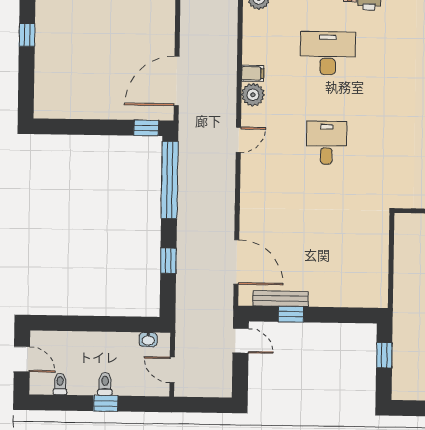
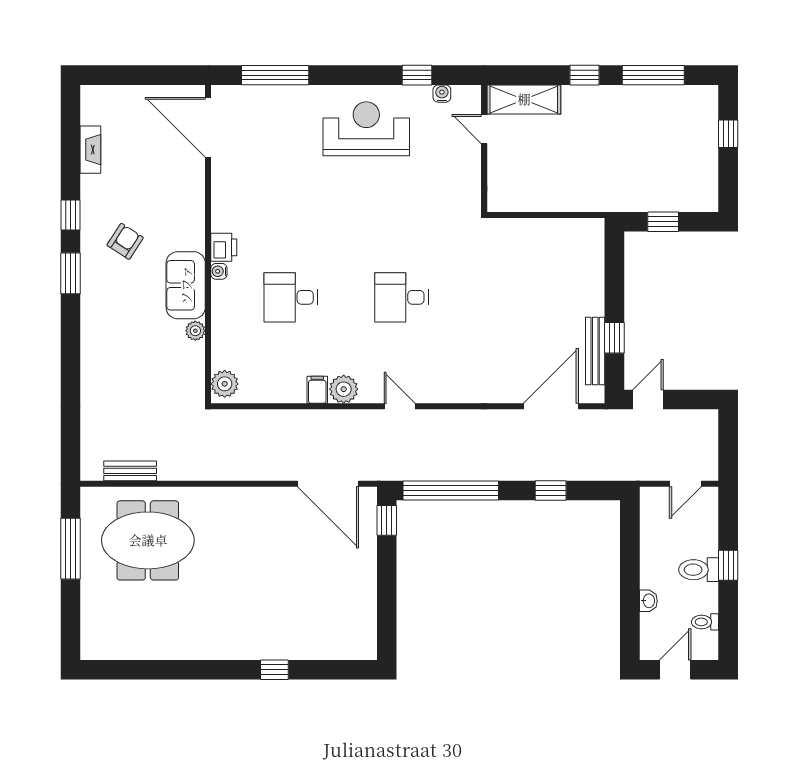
desk: (328, 53) -> (291, 297), width x0.73
washbasin: (148, 340) -> (648, 601), moved
toilet: (105, 384) -> (699, 570), width x1.37, depth x1.39

